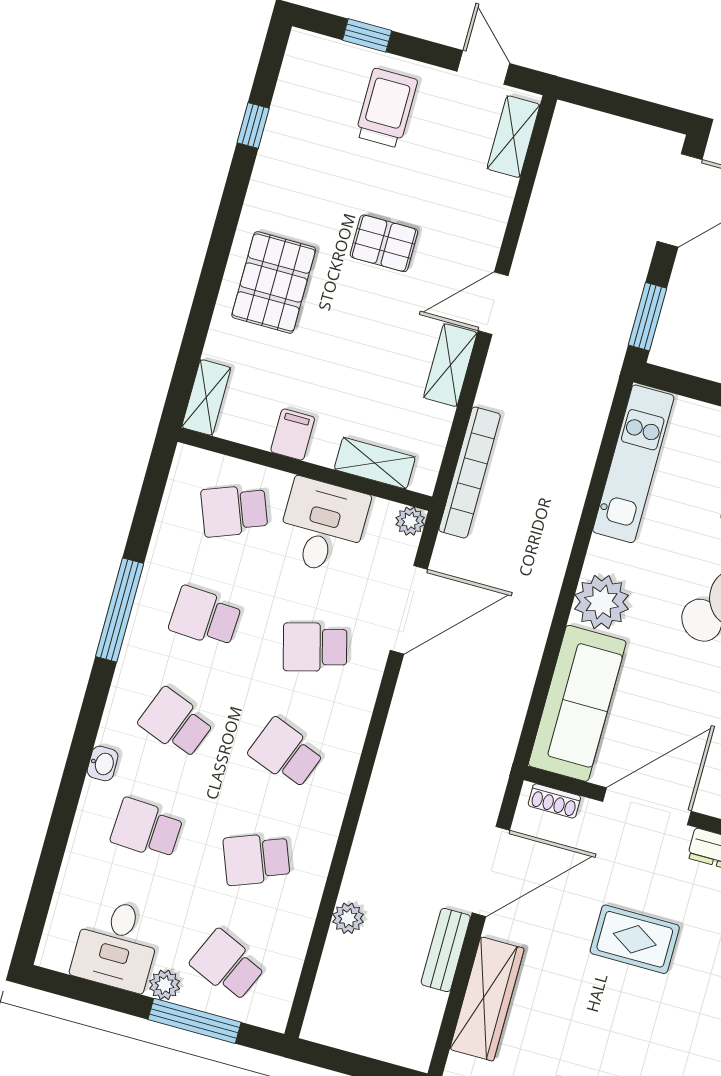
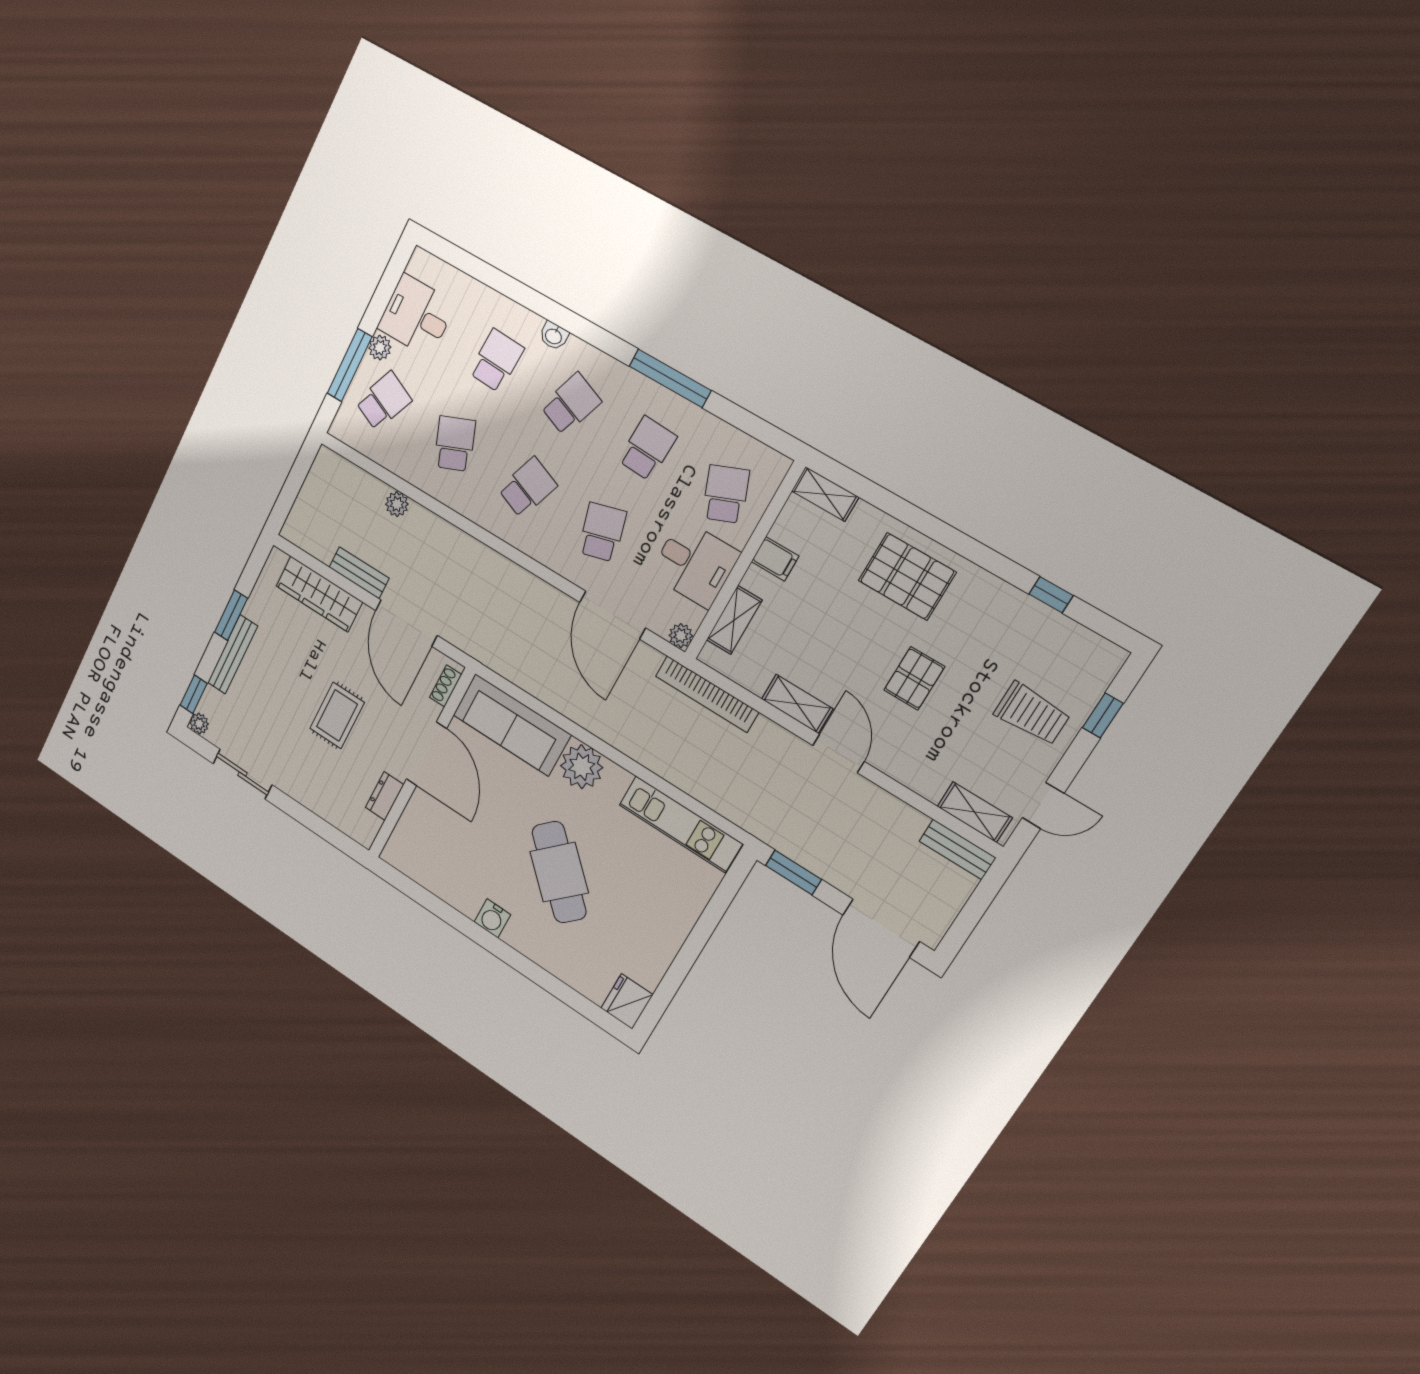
bench: (561, 143) -> (957, 849), added

